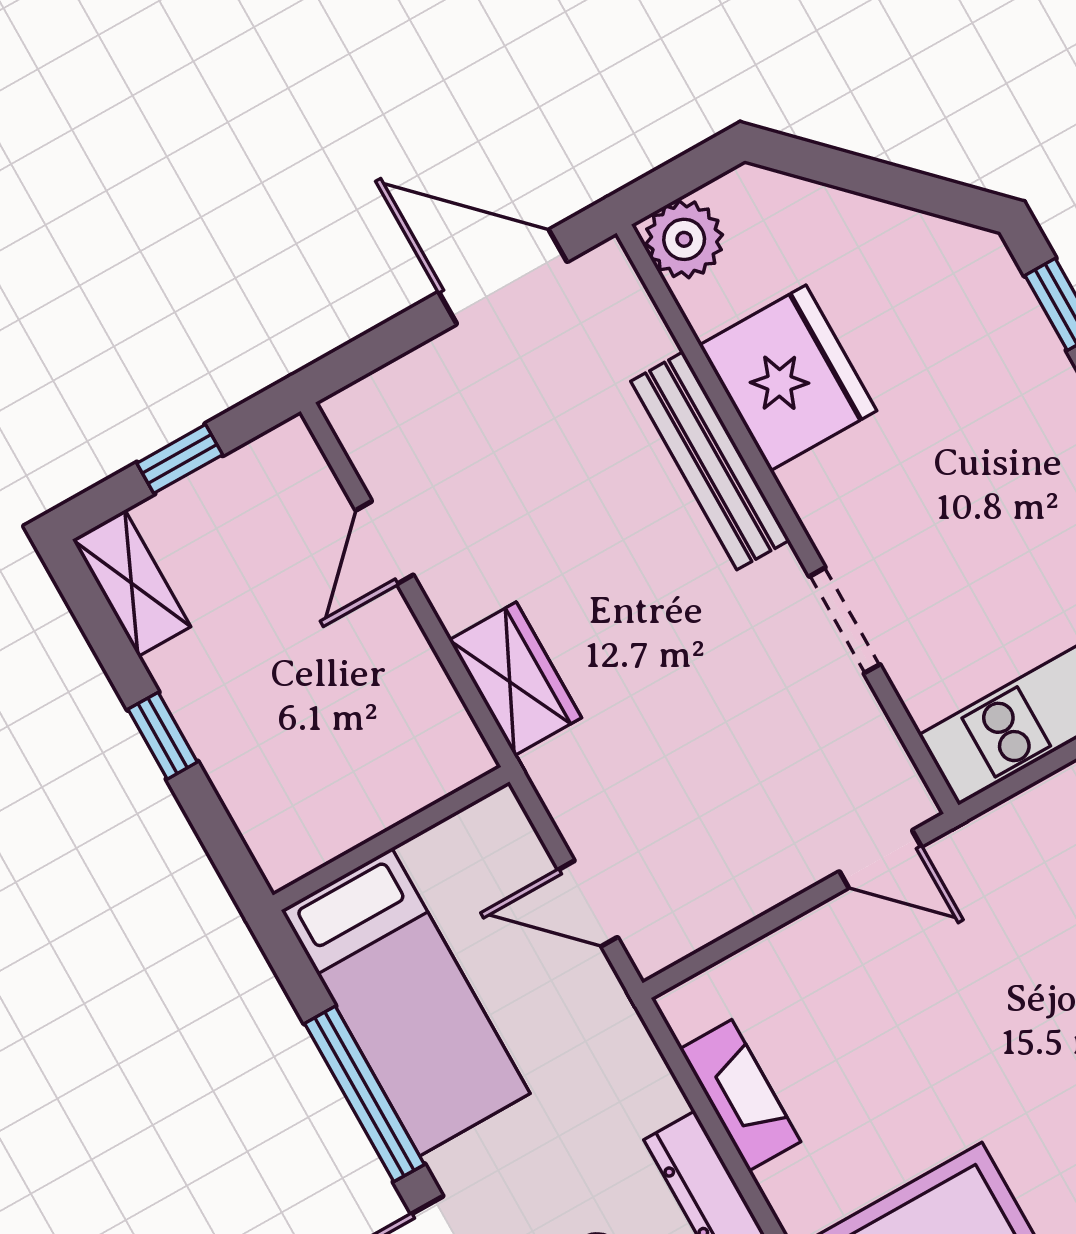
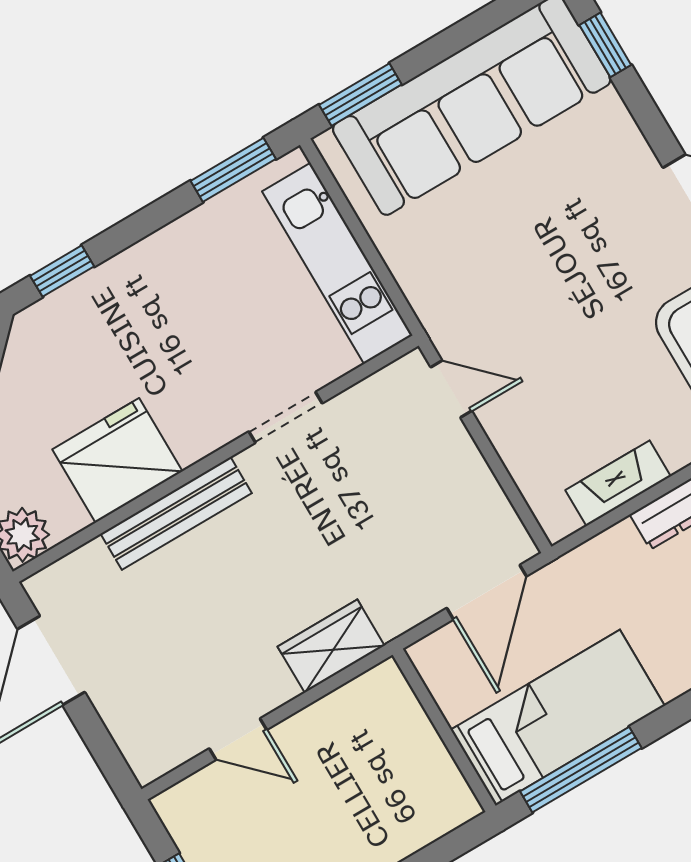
door: (880, 859) -> (451, 389), hinge flipped
door: (588, 904) -> (487, 592), width x1.38
window: (365, 1094) -> (581, 770), moved

